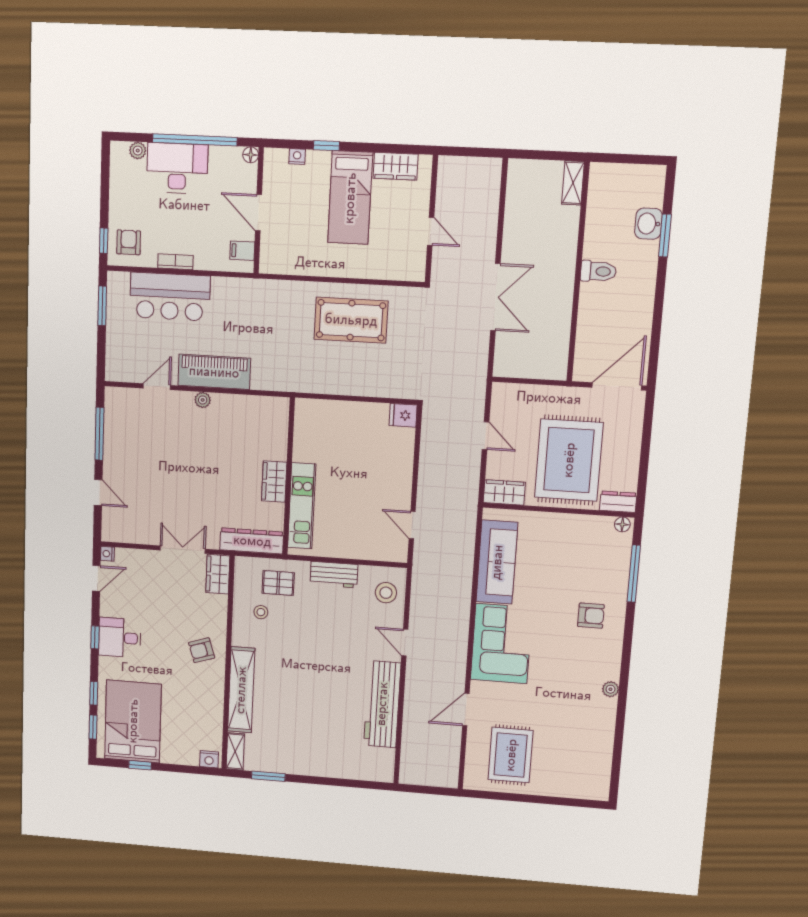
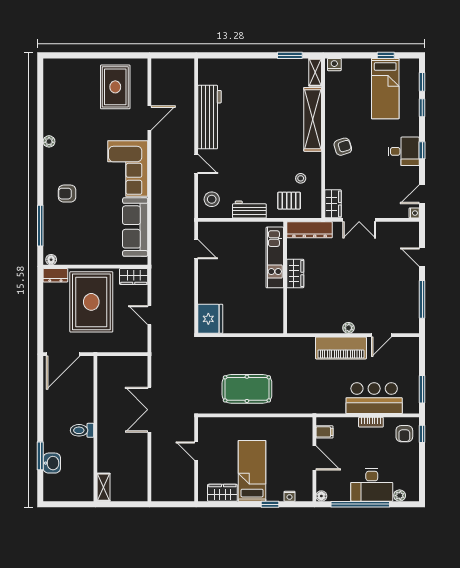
fridge: (403, 415) -> (210, 319), width x1.88, depth x1.34
bed: (133, 721) -> (385, 89), width x0.67

